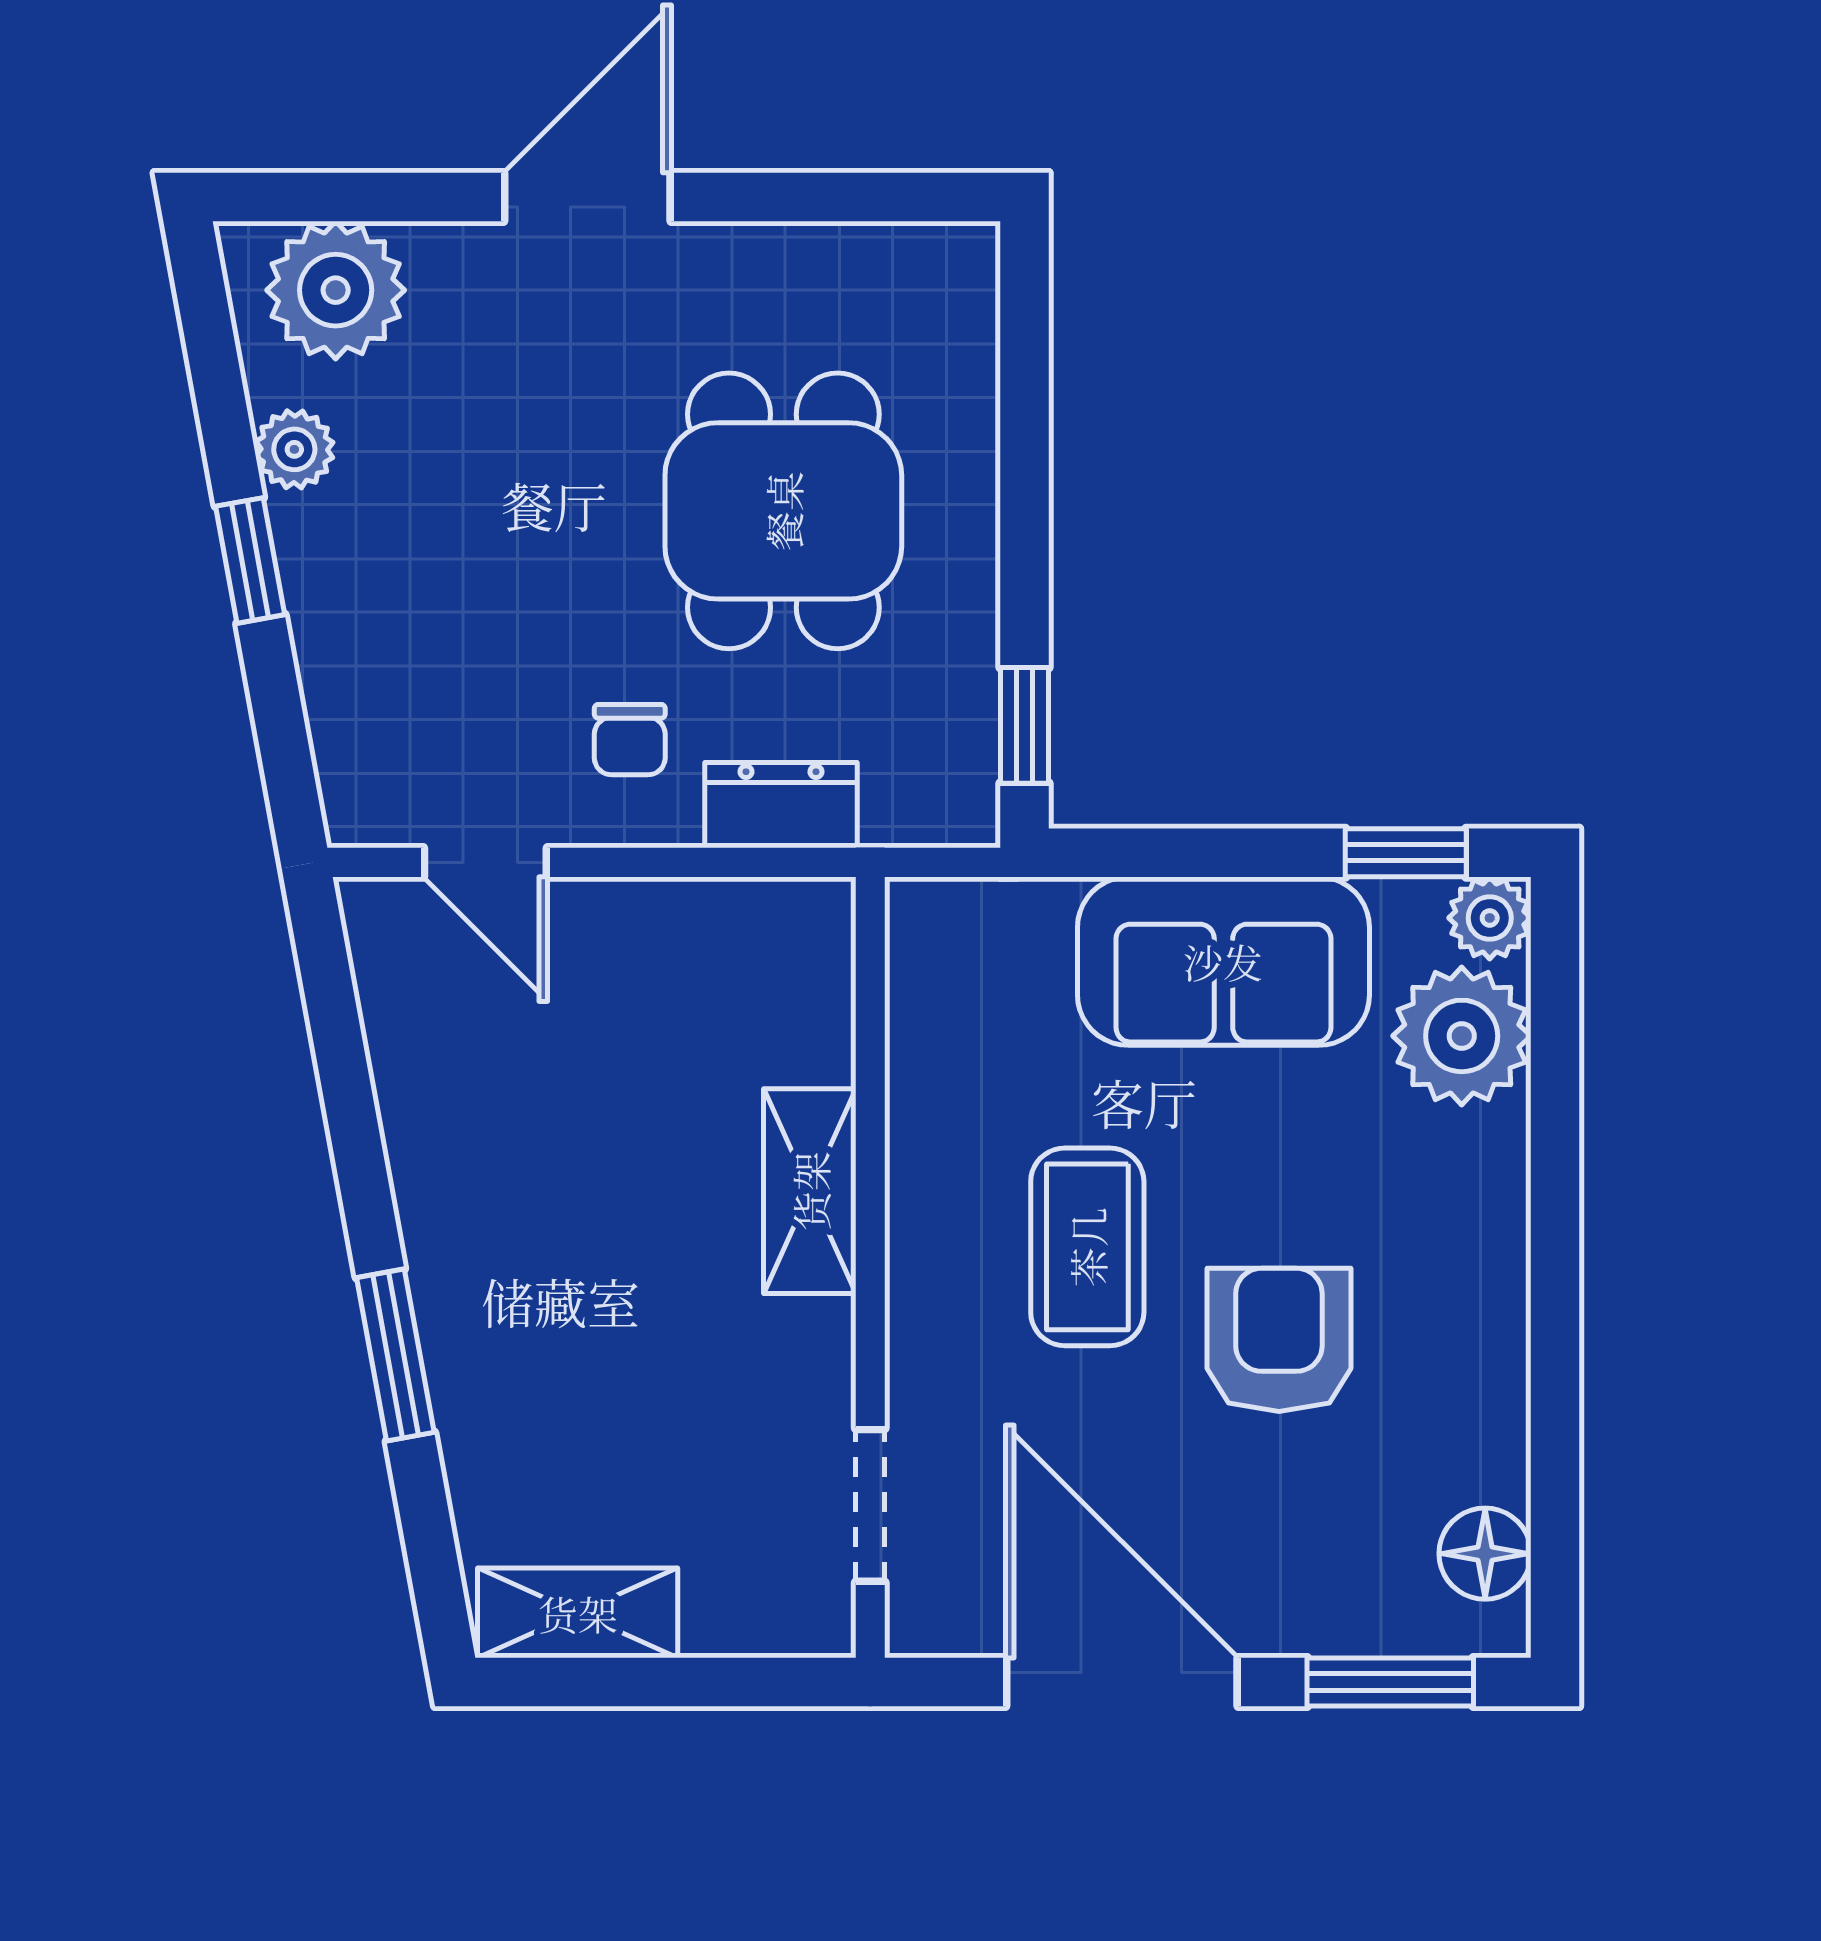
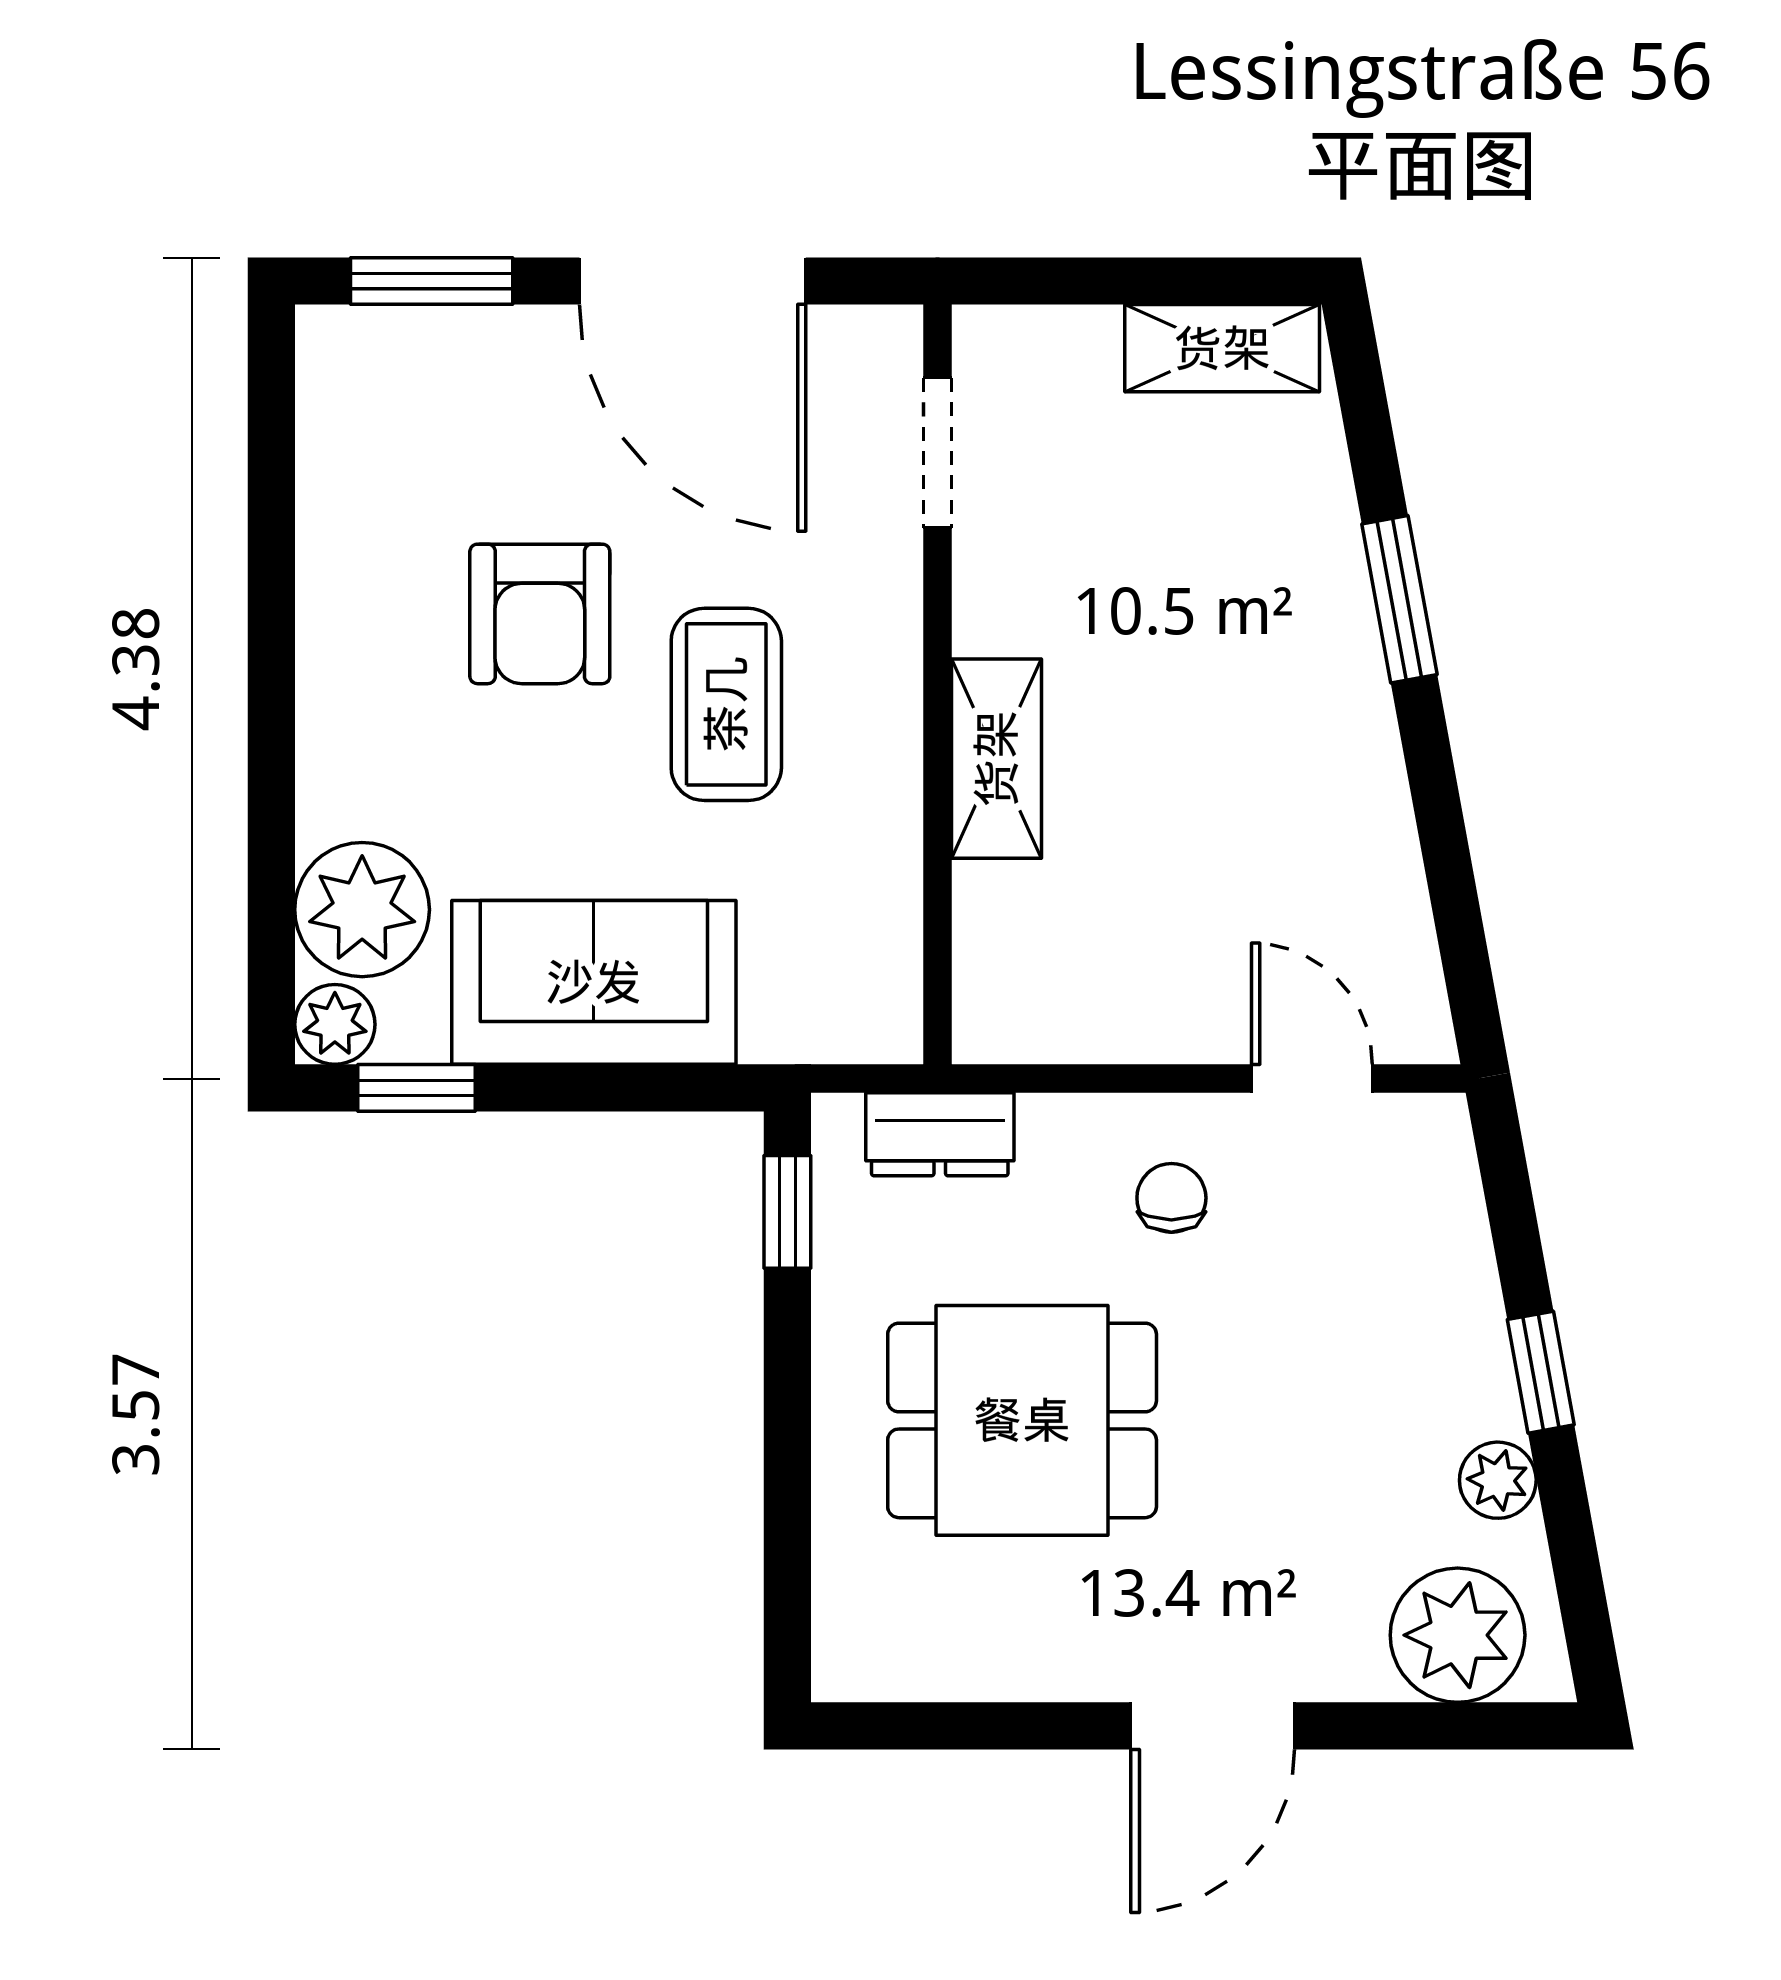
dining table: (783, 511) -> (1022, 1420), turned 90
dresser: (781, 805) -> (940, 1134), moved
floor lamp: (1485, 1554) -> (339, 406), removed

